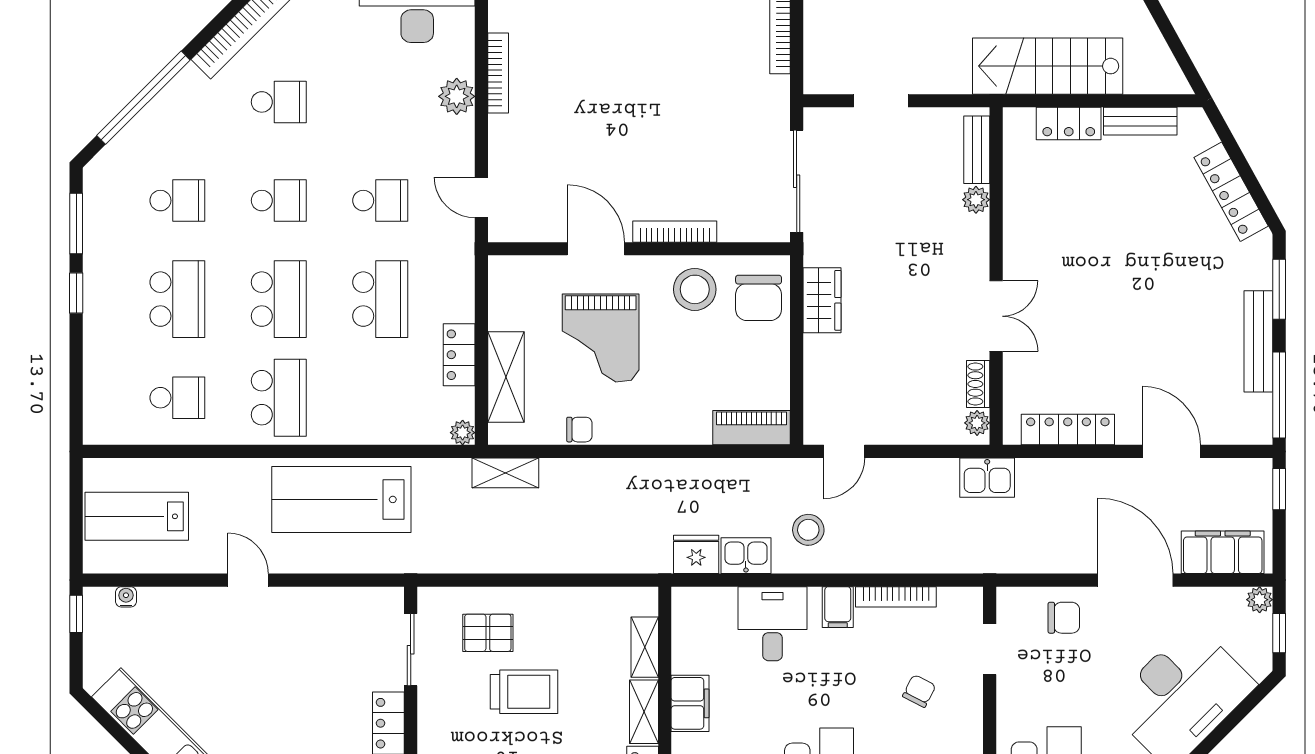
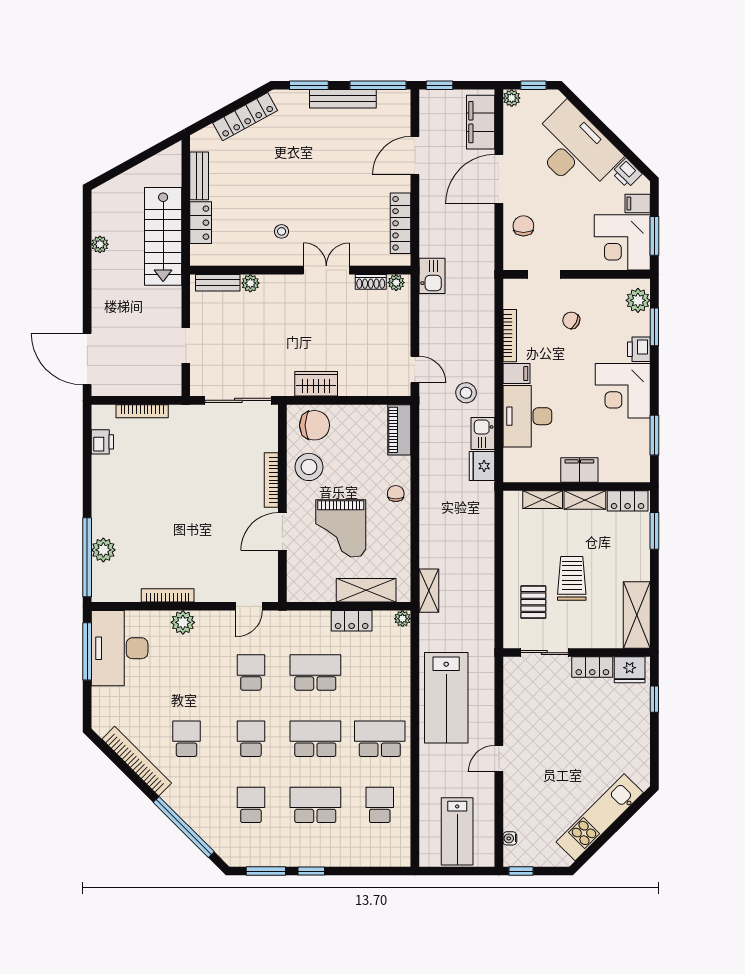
stool: (1055, 247) -> (282, 231), added
grand piano: (601, 338) -> (341, 528), turned 90
chair: (579, 430) -> (396, 494), moved
desk: (772, 624) -> (527, 416), width x1.37

